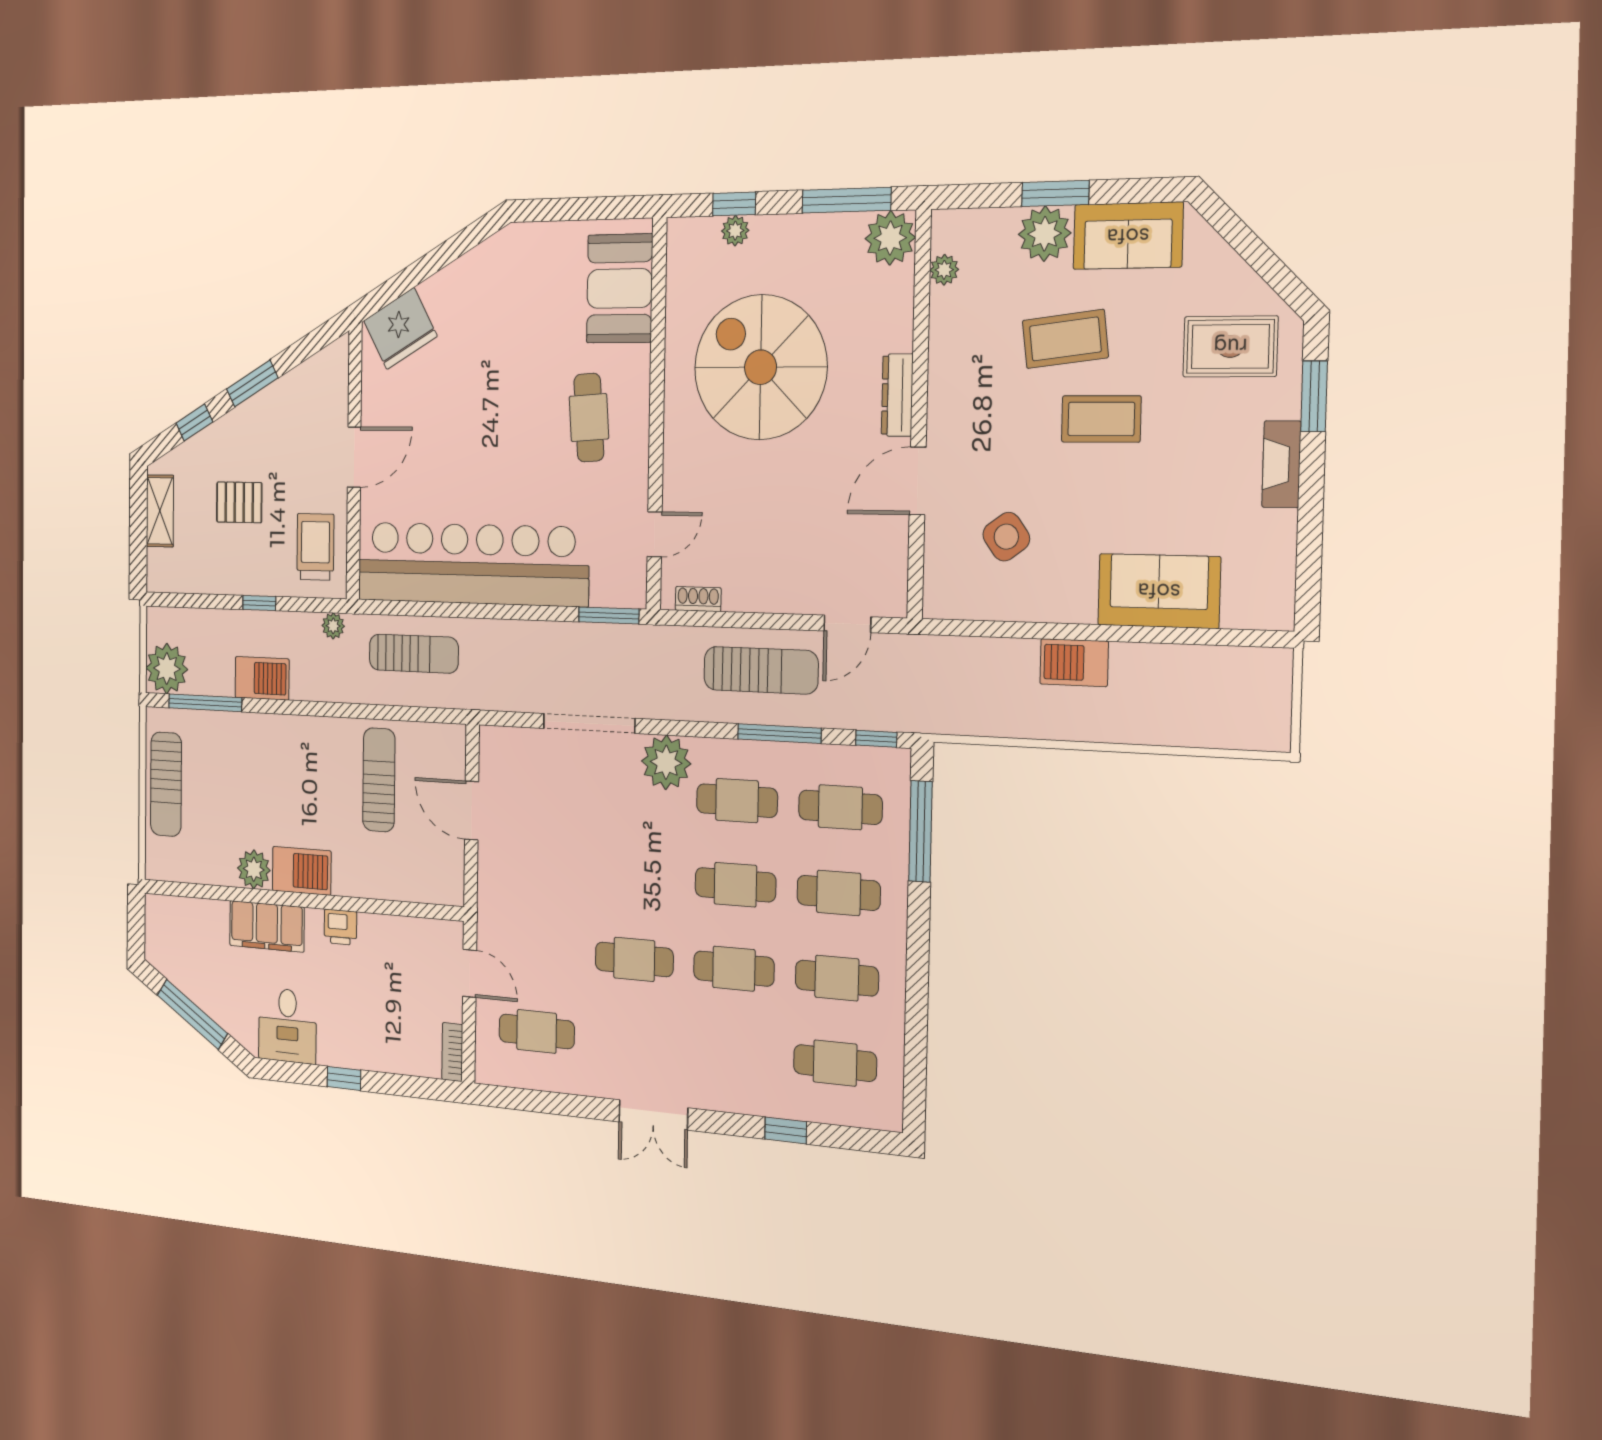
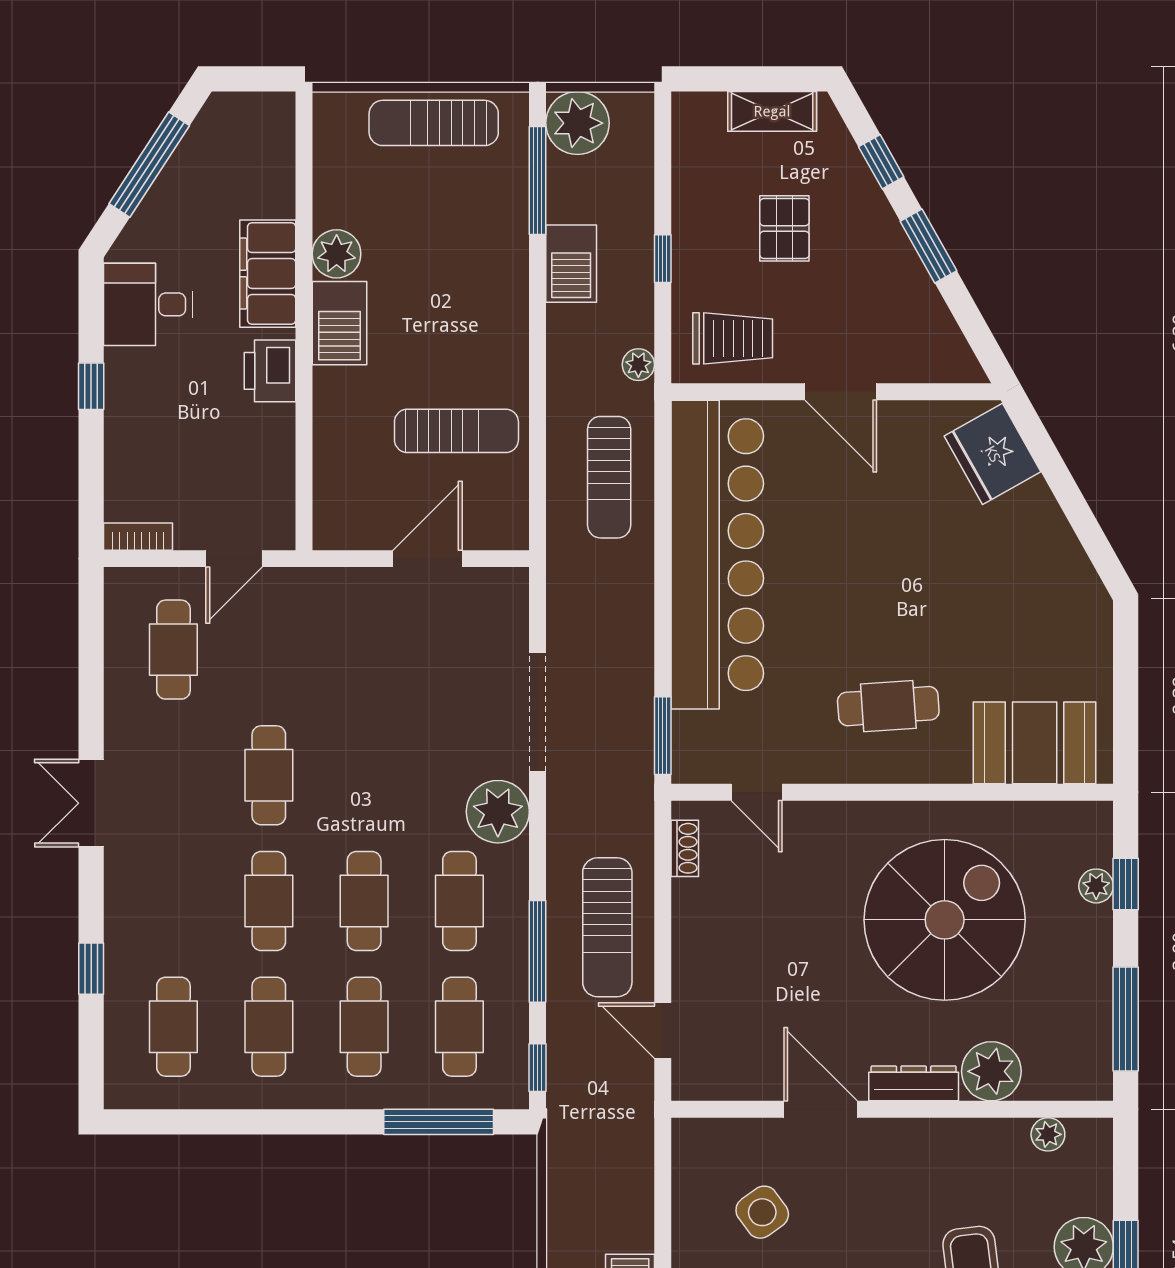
plant: (890, 238) -> (991, 1071), moved
printer: (340, 927) -> (270, 371), width x1.36, depth x1.24

